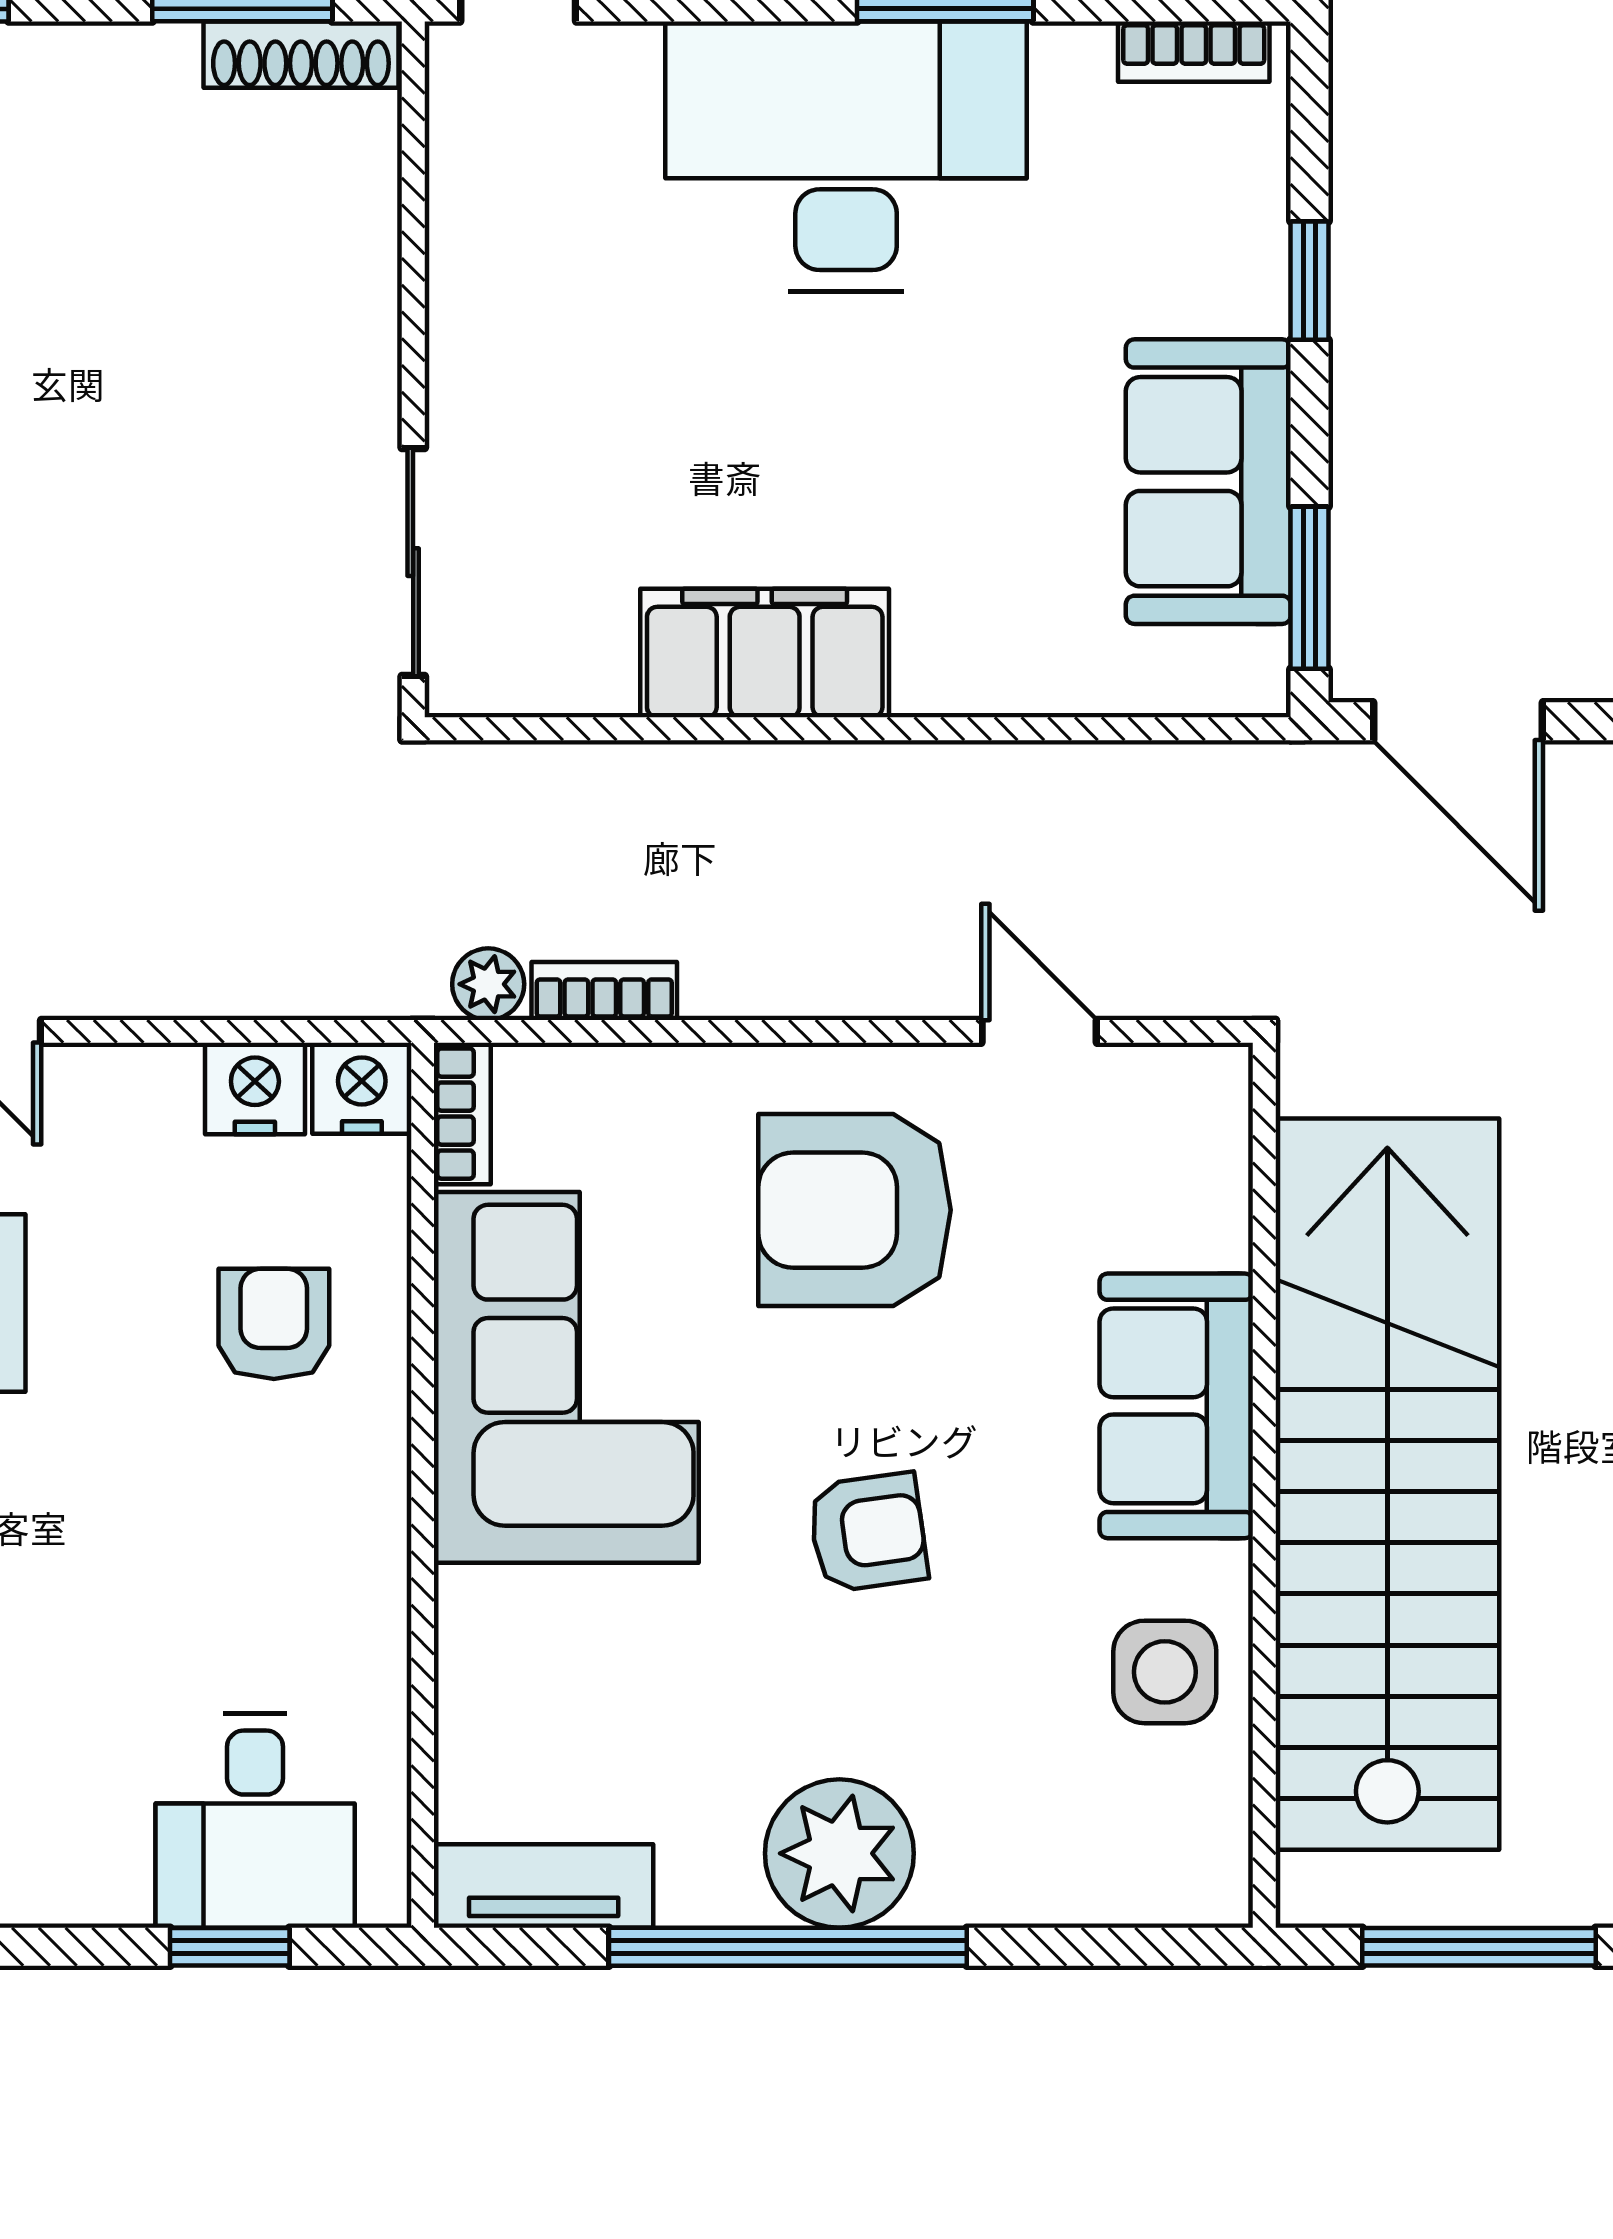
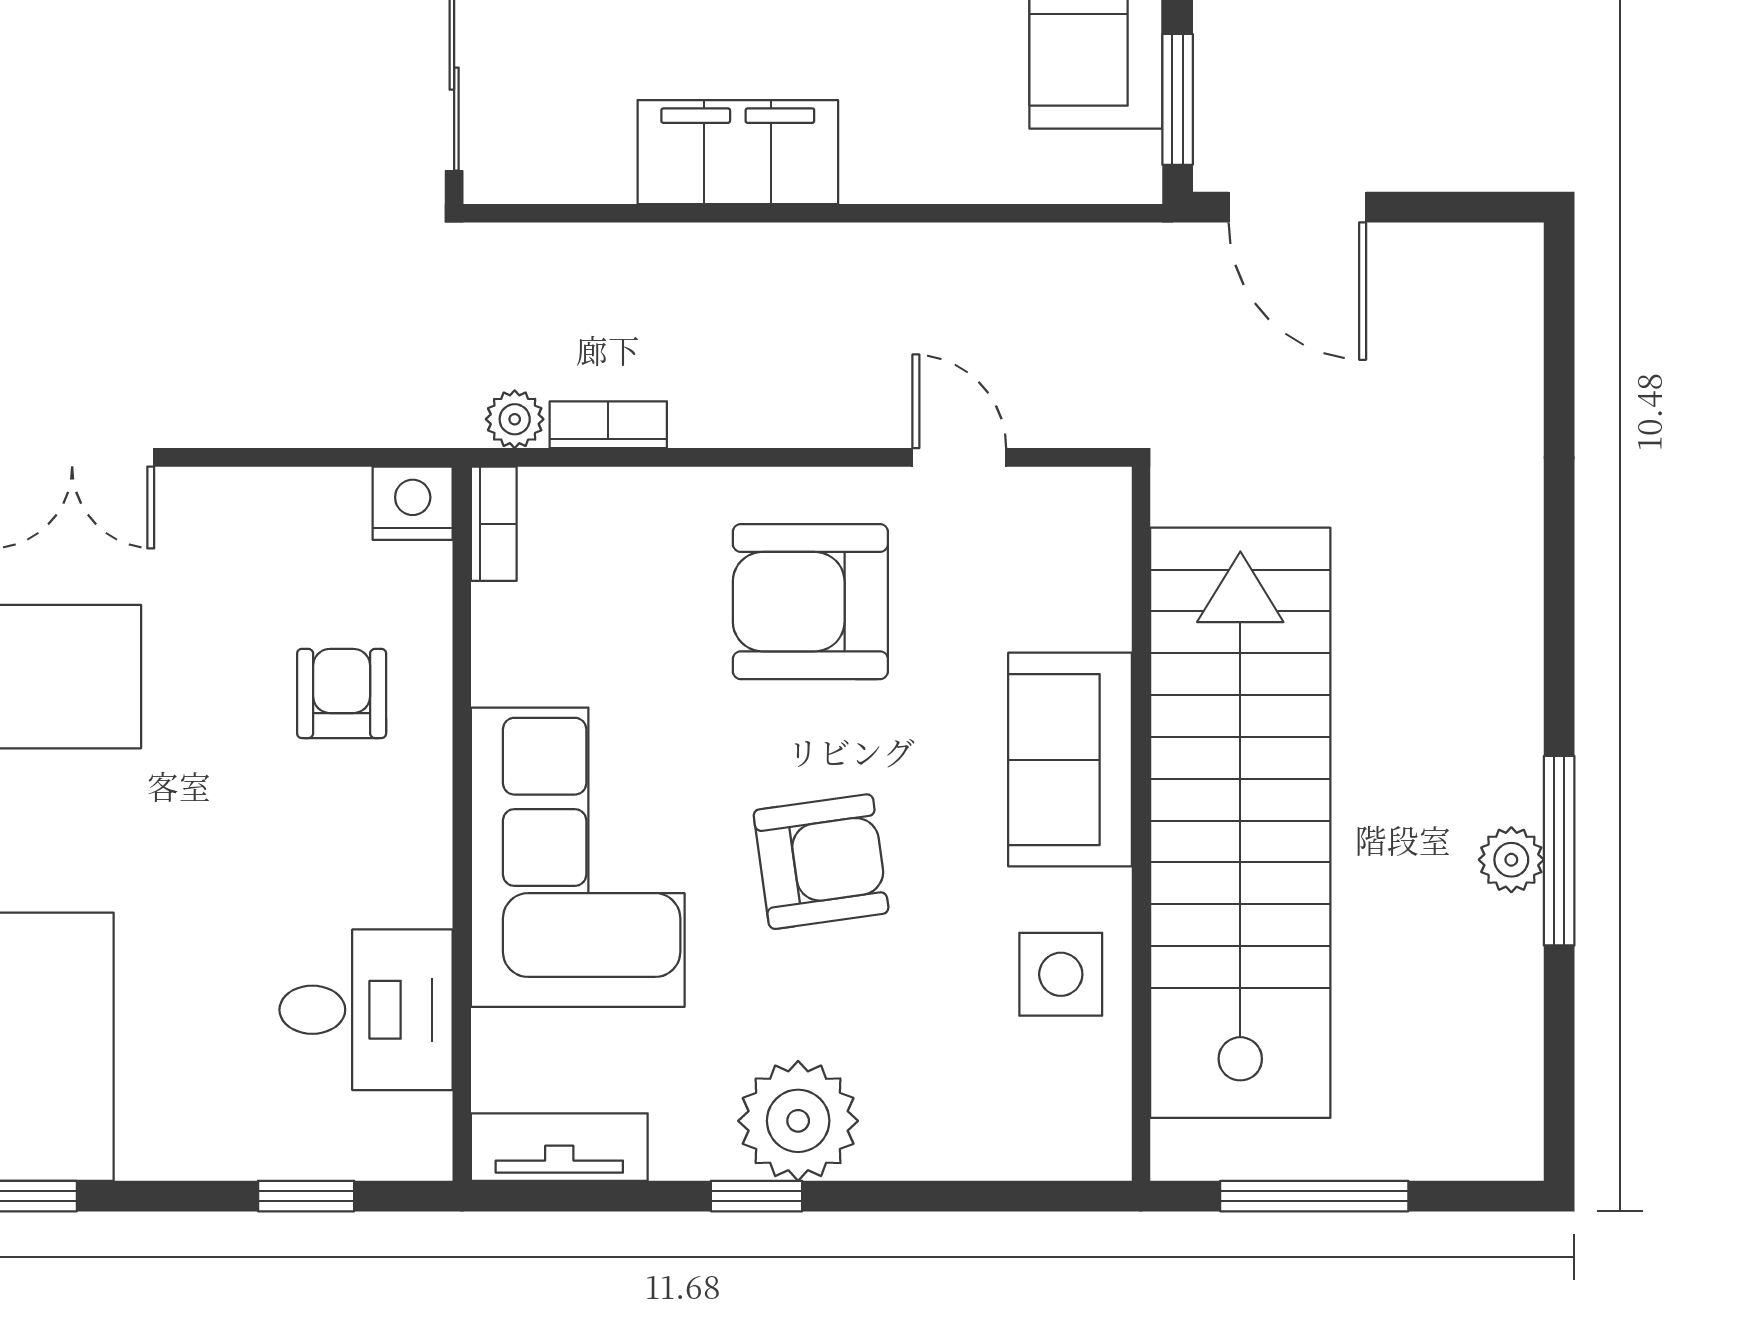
nightstand: (255, 1089) -> (326, 504), removed
corner sofa: (566, 1377) -> (578, 857), moved
armchair: (868, 1532) -> (821, 862), width x1.38, depth x1.38
desk: (255, 1820) -> (366, 1010), moved, turned -90
window: (788, 1947) -> (757, 1196), width x0.32

